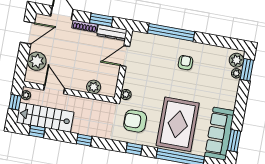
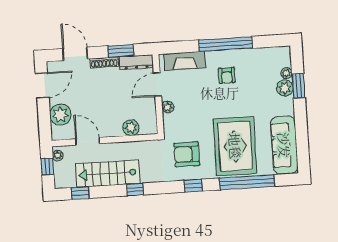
window: (171, 32) -> (226, 44), moved
fireplace: (153, 42) -> (185, 61), added
plant: (236, 60) -> (285, 88), moved
armchair: (185, 63) -> (227, 75), turned 180
window: (247, 70) -> (298, 86), moved
plant: (126, 94) -> (168, 107), moved
stairs: (45, 117) -> (108, 174), moved
window: (234, 141) -> (303, 149), removed

